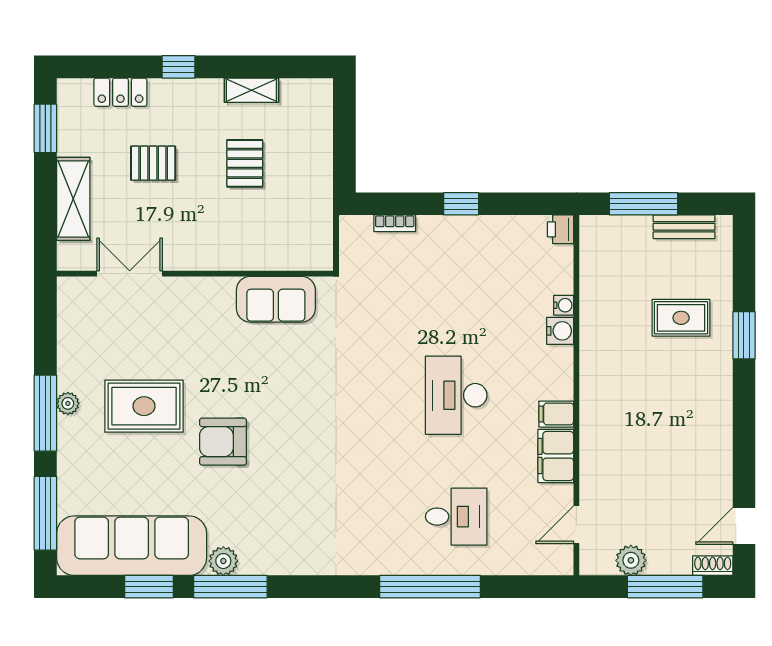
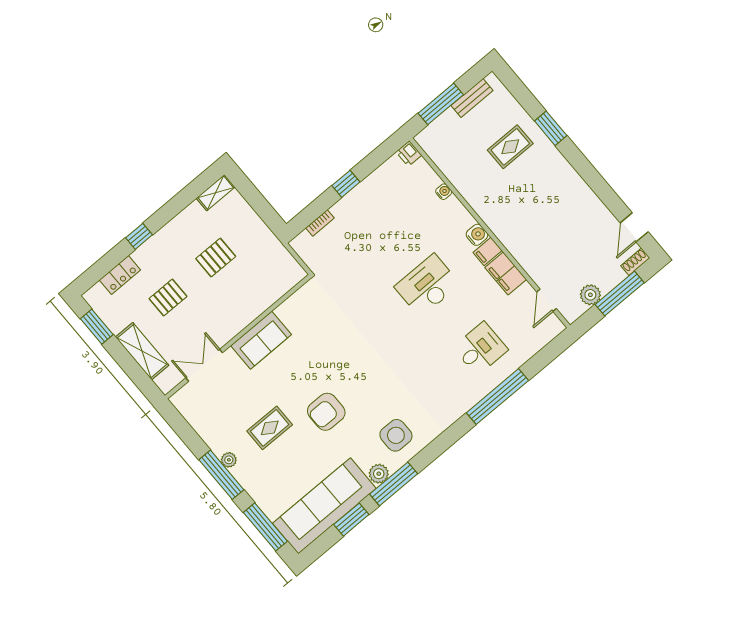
shelving: (251, 90) -> (216, 193), moved
pallet: (245, 163) -> (216, 258), turned 90
sofa: (276, 299) -> (261, 340), moved
water cooler: (560, 331) -> (477, 235), moved
desk: (456, 395) -> (427, 286), turned 90
rug: (144, 406) -> (270, 428), width x0.73, depth x0.70
side table: (279, 534) -> (396, 435), added

